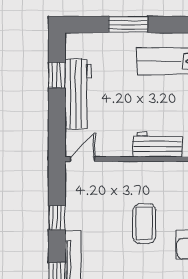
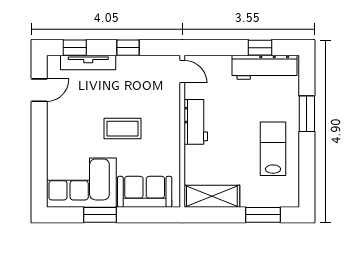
workbench: (78, 94) -> (264, 67), moved
workbench: (158, 145) -> (196, 122), moved

